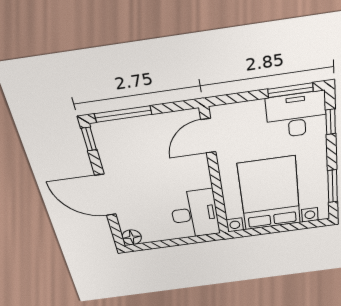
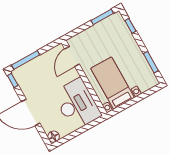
desk: (296, 115) -> (111, 29), removed
bed with nightstands: (270, 194) -> (113, 83), width x0.73
desk: (195, 214) -> (77, 104), width x1.36, depth x1.30

